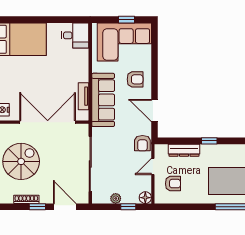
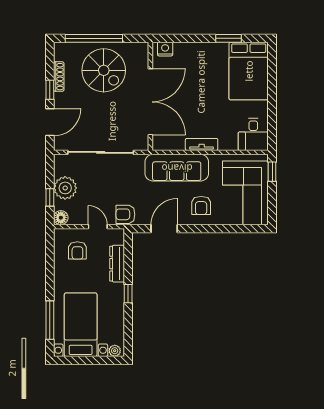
window: (126, 20) -> (272, 172), moved
tv unit: (84, 96) -> (202, 144), moved
plant: (116, 198) -> (65, 188), width x1.88, depth x1.88

